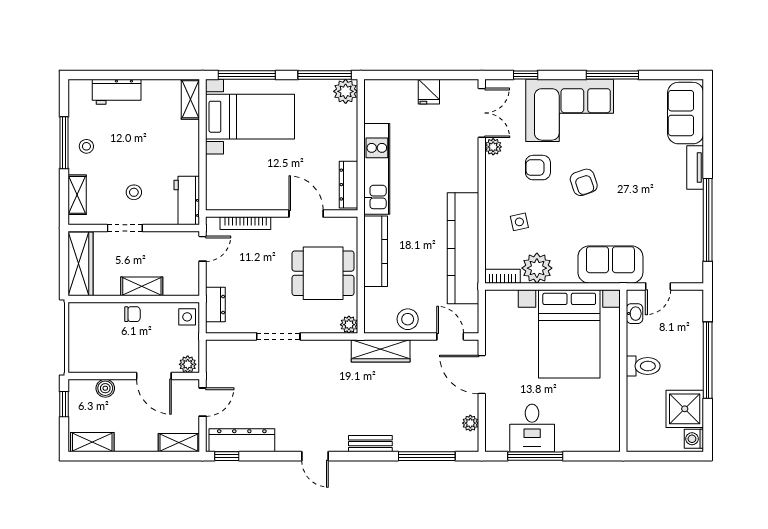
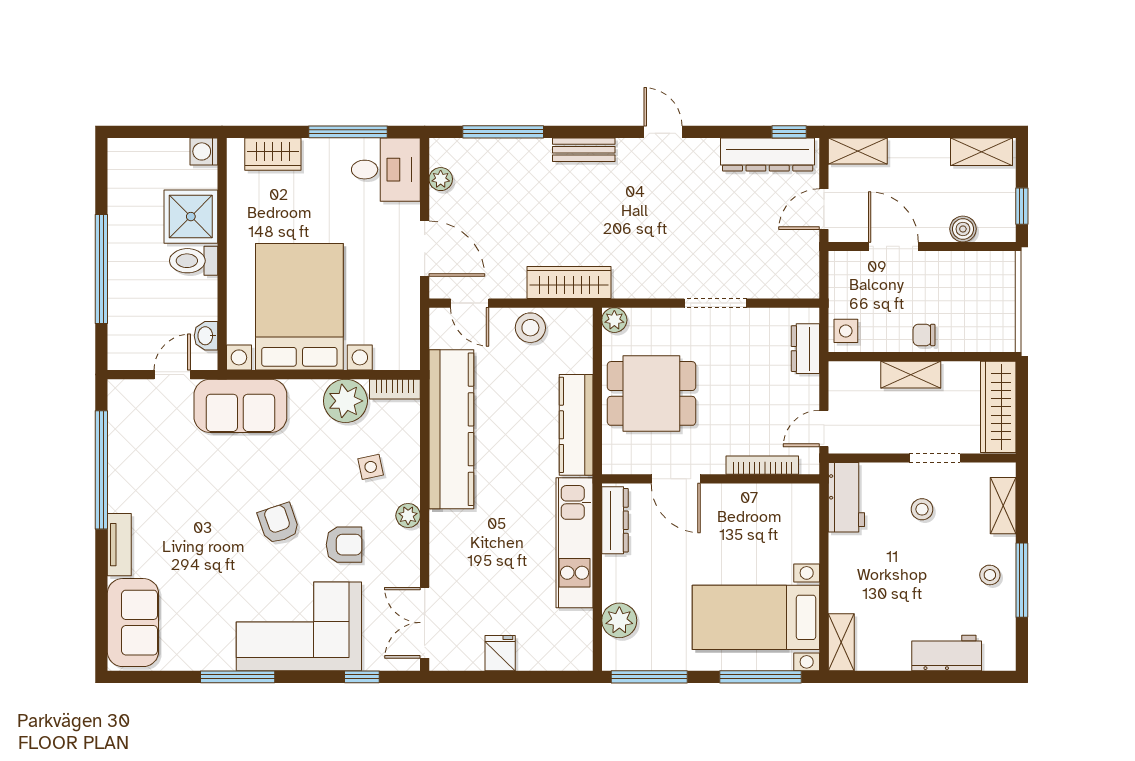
plant: (346, 91) -> (619, 620), moved
plant: (493, 147) -> (408, 516), moved
plant: (188, 364) -> (845, 263), removed
shower: (685, 409) -> (191, 217), moved
desk: (532, 428) -> (386, 170), moved, turned 90
washing machine: (694, 439) -> (204, 151), moved, turned 180
wardrobe: (588, 441) -> (273, 154), added

